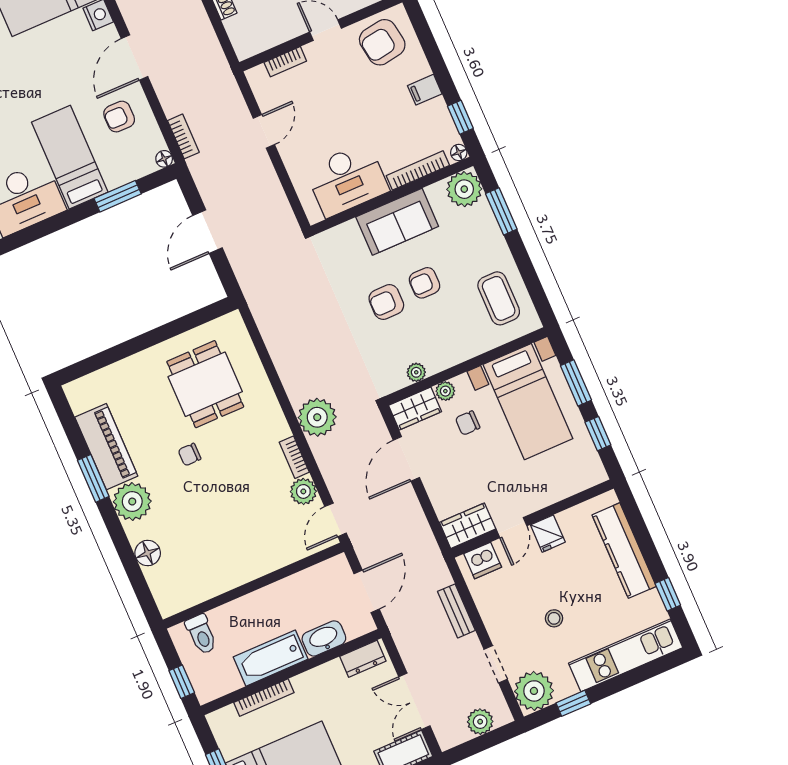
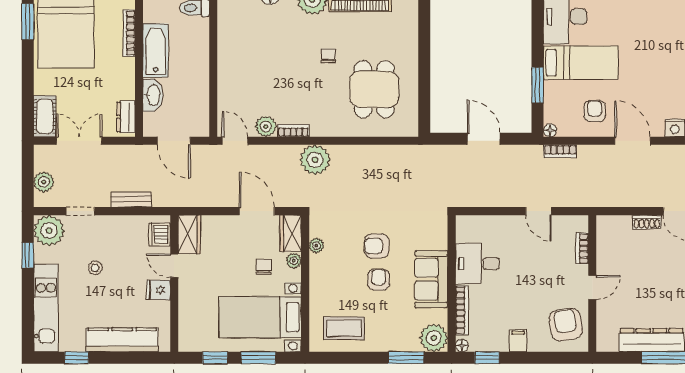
desk: (347, 180) -> (478, 264), width x0.73
armchair: (386, 302) -> (377, 246), turned -90
dining table: (205, 384) -> (374, 89), turned 90

